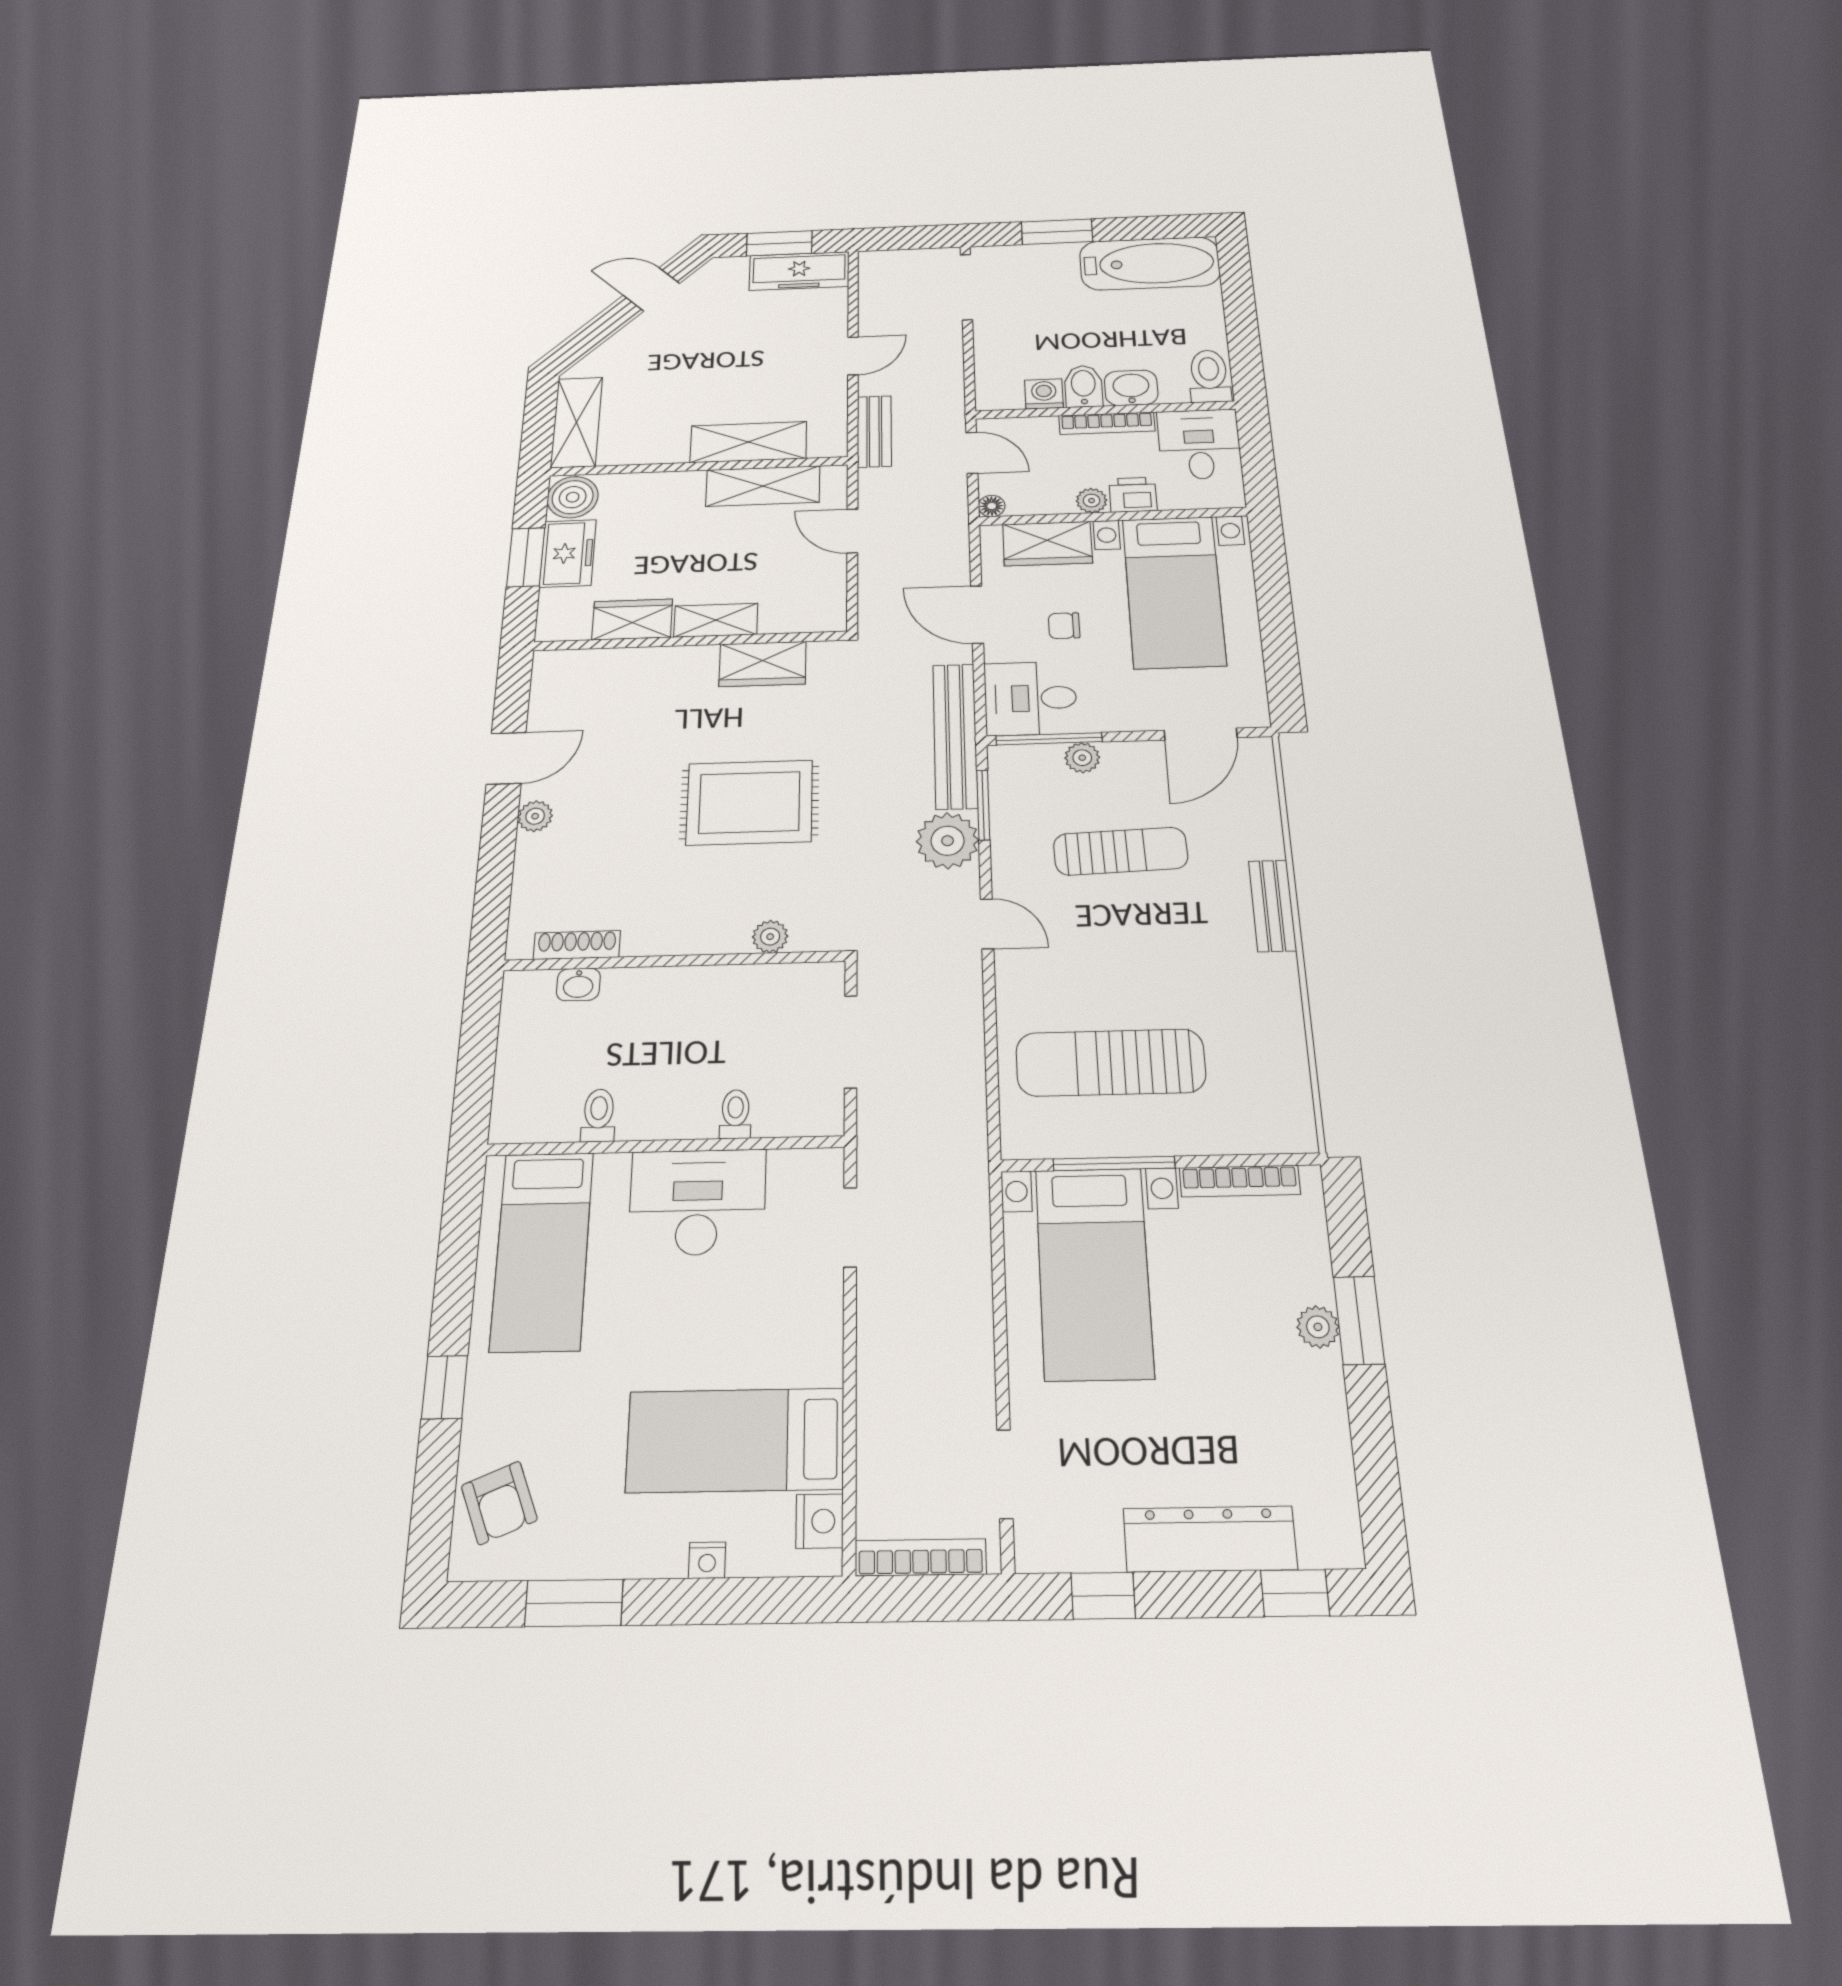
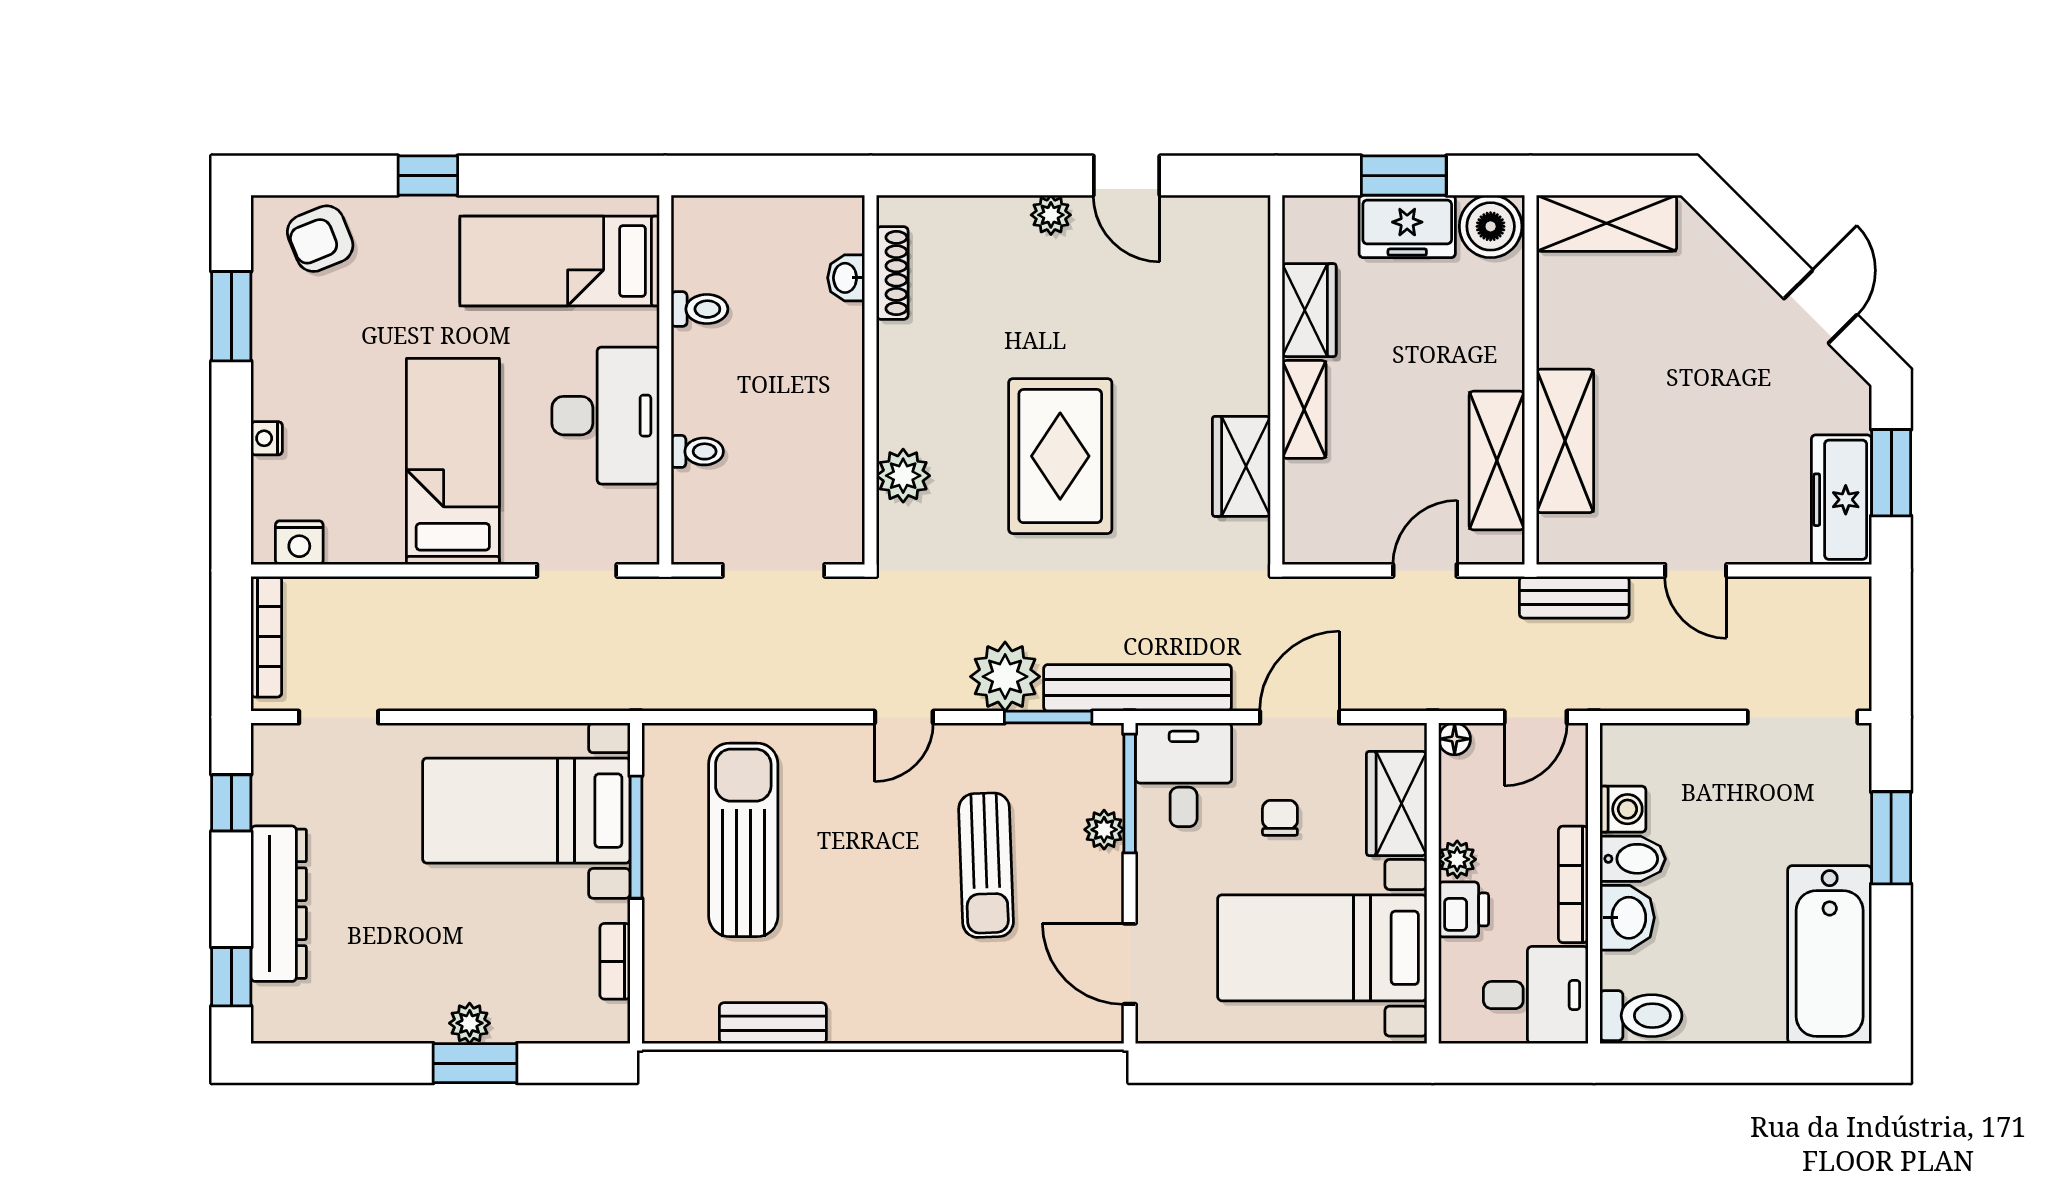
bench: (1272, 906) -> (773, 1023), moved
plant: (770, 937) -> (903, 476), width x1.38, depth x1.38
bookcase: (1240, 1181) -> (615, 961), width x0.64
bed: (735, 1440) -> (453, 461), moved

